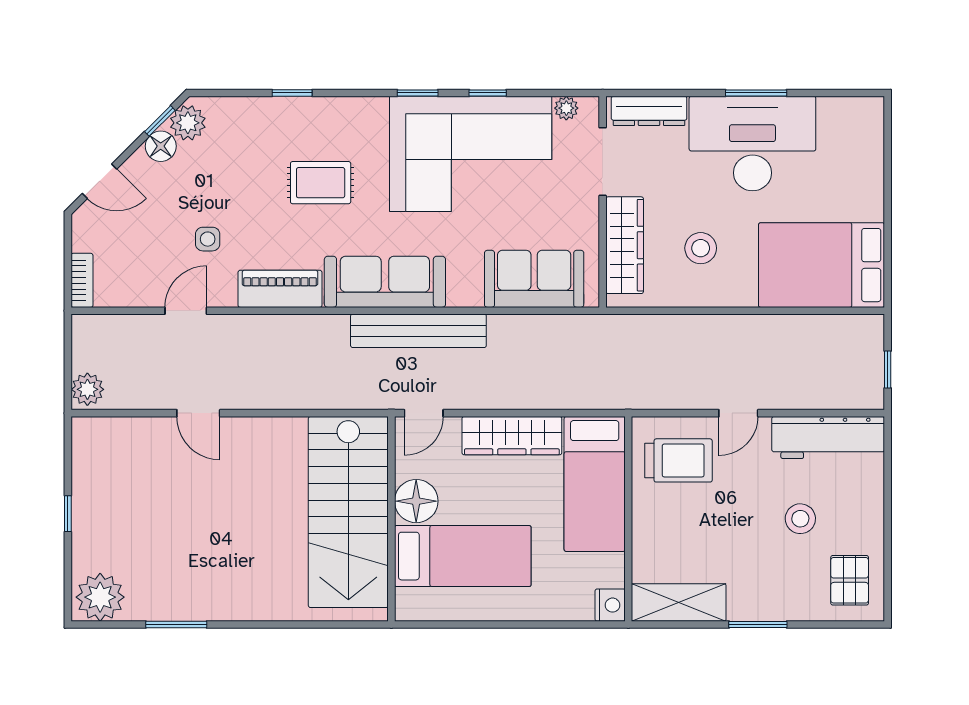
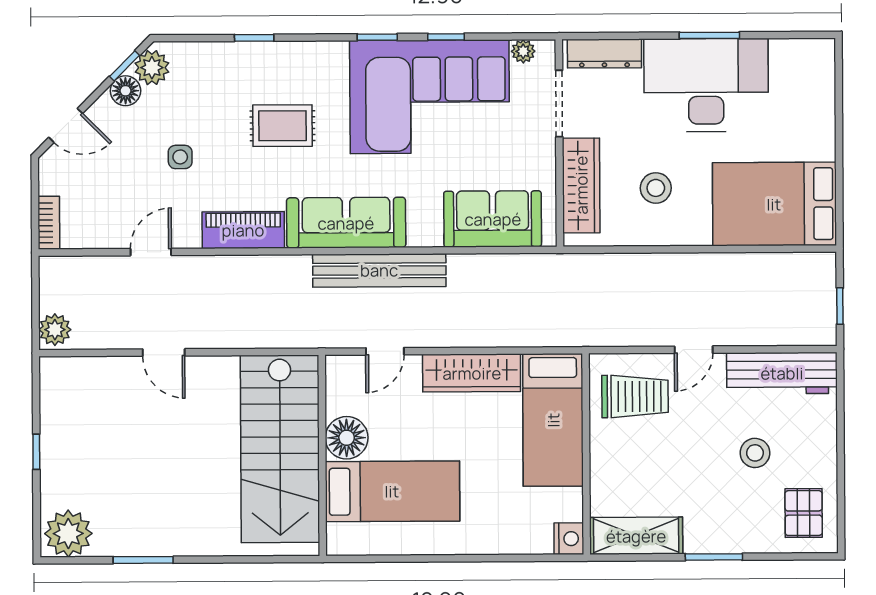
side table: (208, 239) -> (180, 157), moved
floor lamp: (416, 501) -> (347, 438), moved
stairs: (348, 512) -> (280, 449), moved
wall: (391, 519) -> (322, 455), moved
bed: (463, 556) -> (392, 491), moved

